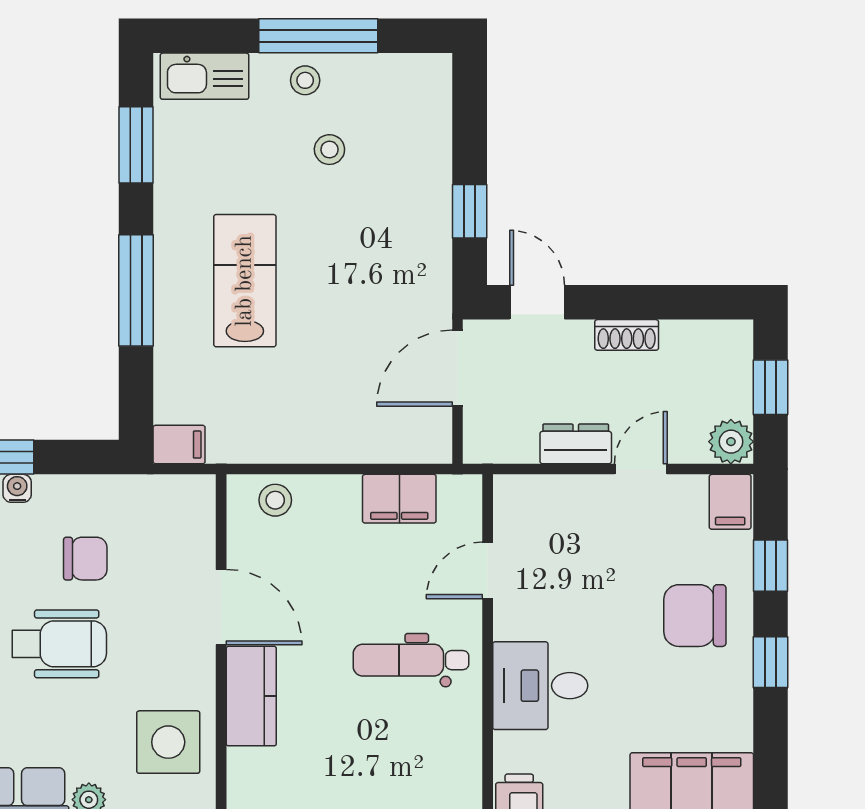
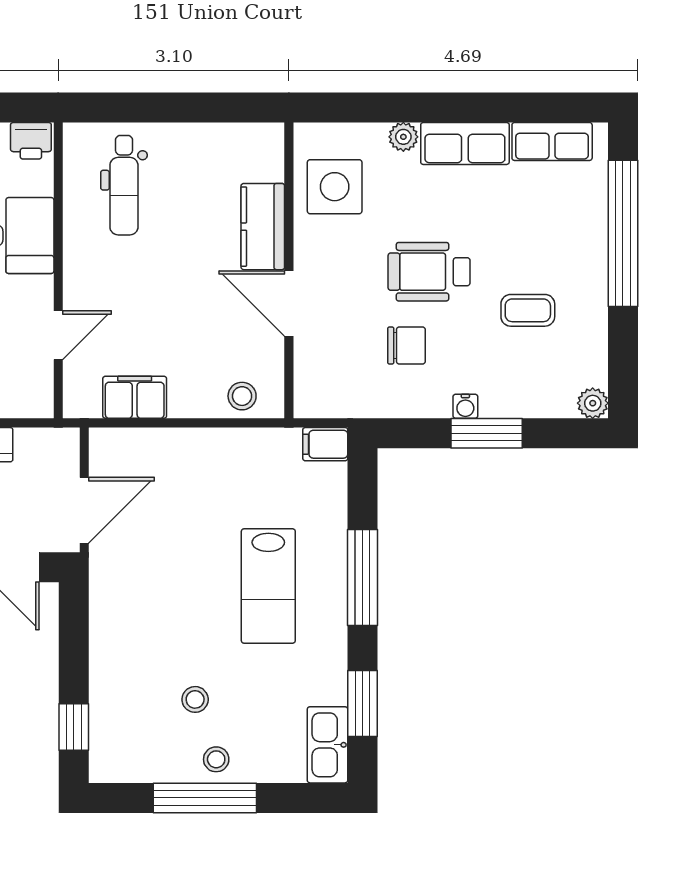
kitchen sink: (205, 76) -> (328, 745), moved, turned -90
window: (470, 211) -> (74, 727), moved
chair: (85, 559) -> (406, 345), turned 180
dental chair: (411, 660) -> (124, 185), moved, turned 90

